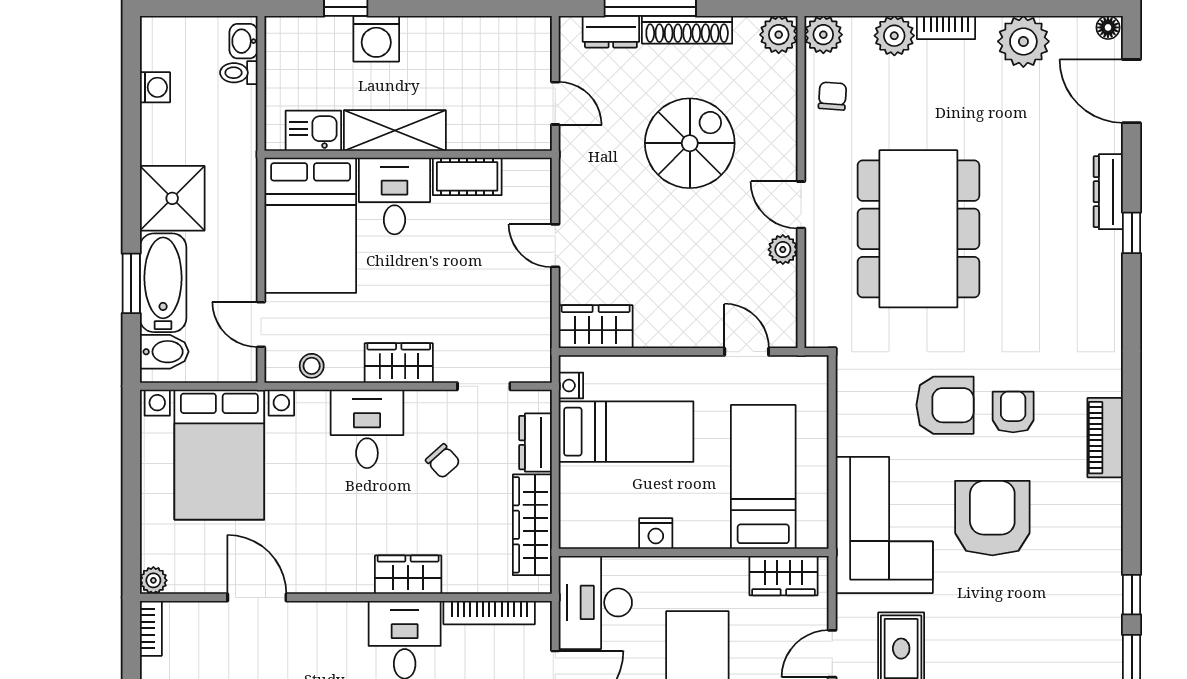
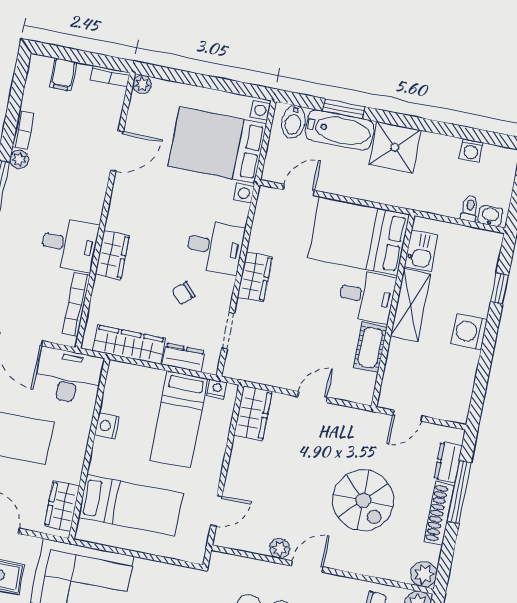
washing machine: (376, 39) -> (469, 332), moved
stool: (312, 366) -> (264, 218), removed

